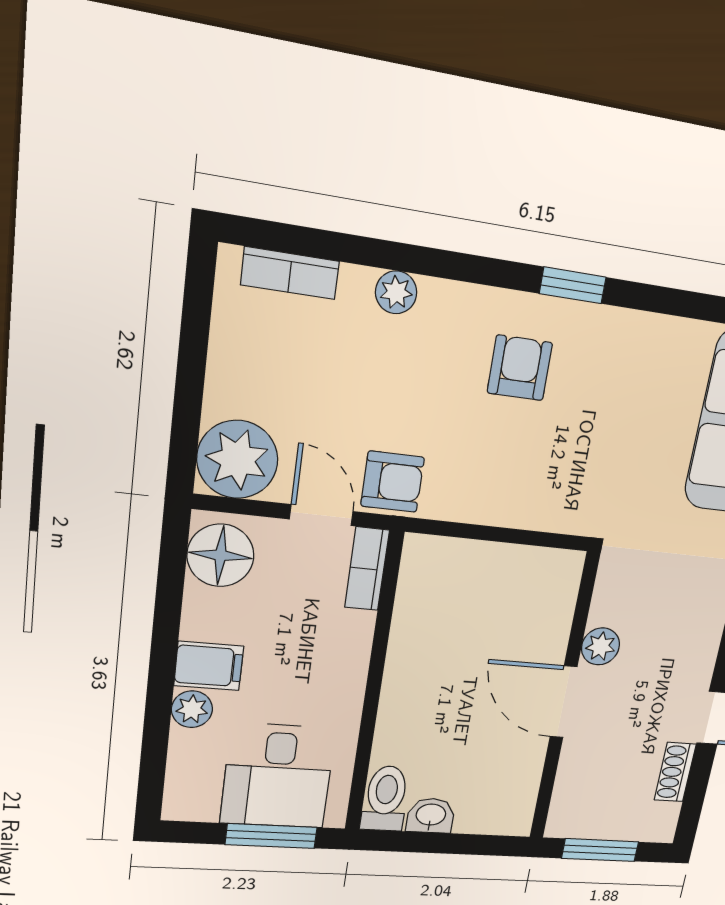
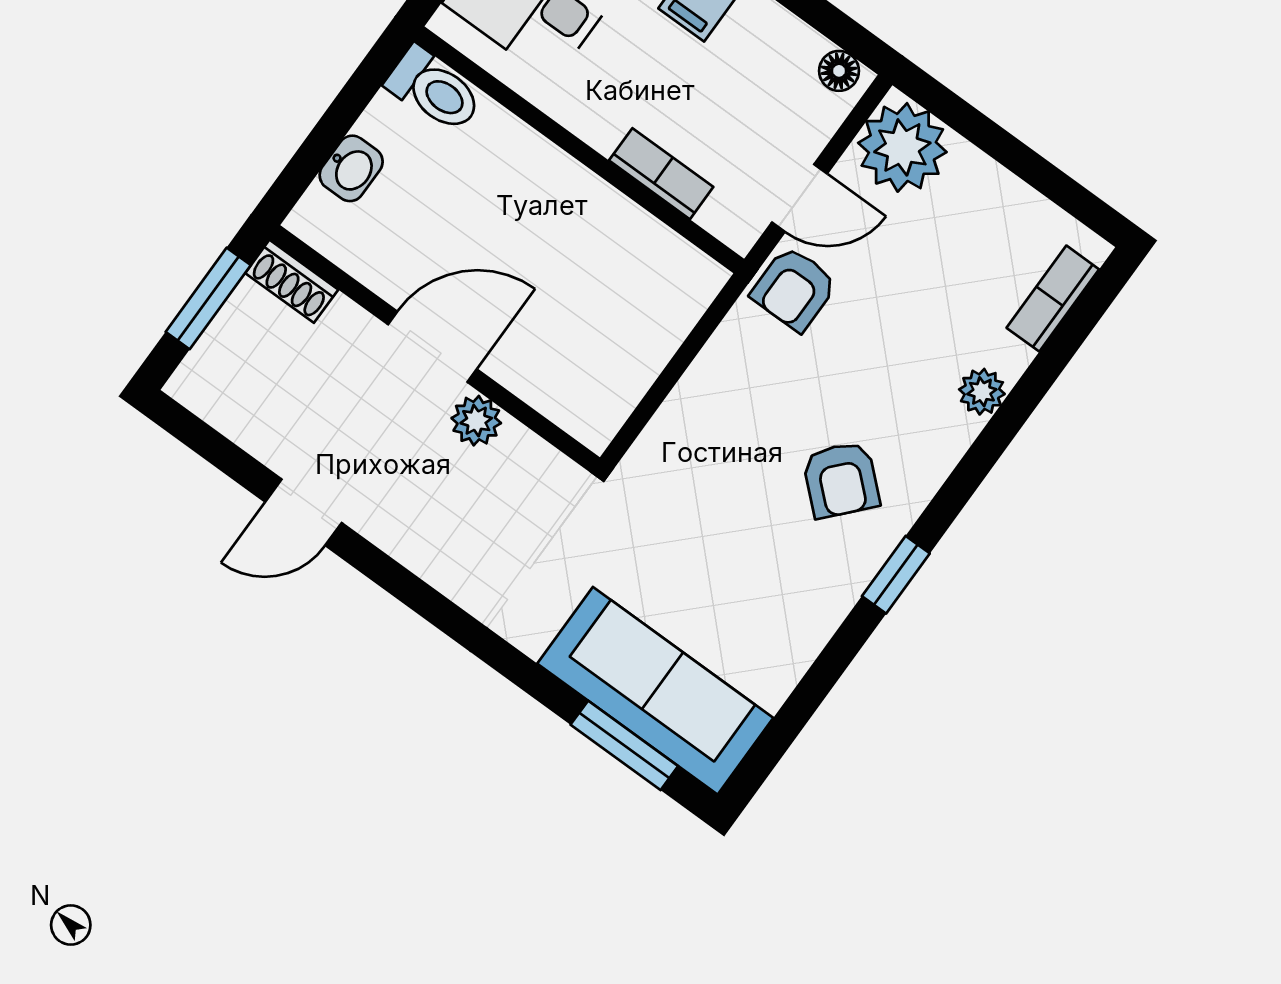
armchair: (520, 368) -> (841, 480), turned 42
floor lamp: (220, 555) -> (839, 71), width x0.53, depth x0.53
bookcase: (367, 569) -> (661, 174), moved
shoe rack: (675, 772) -> (292, 281), moved, turned 180
washbasin: (431, 816) -> (351, 168), moved

